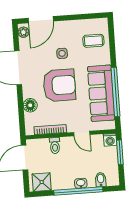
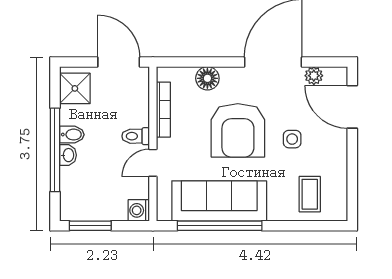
plant: (23, 32) -> (314, 76), moved
toilet: (55, 145) -> (136, 136), moved
window: (120, 152) -> (90, 226), moved
bidet: (101, 180) -> (72, 135), moved

